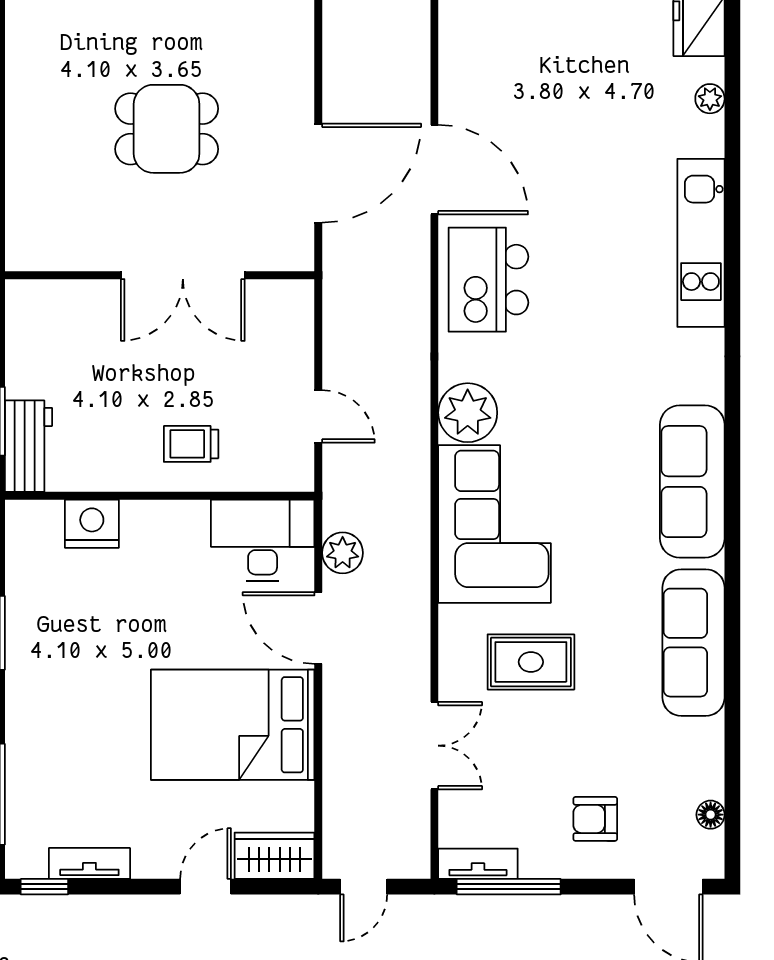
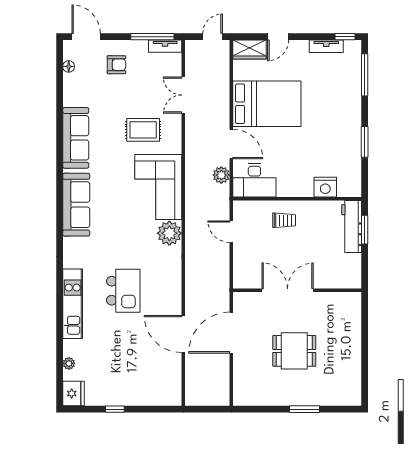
kitchen island: (488, 280) -> (123, 291), moved
workbench: (28, 446) -> (352, 226), width x1.38

